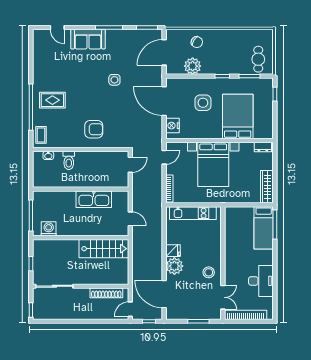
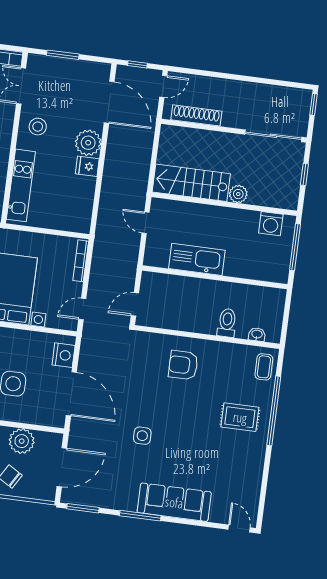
door: (57, 28) -> (239, 528), moved
sofa: (88, 39) -> (174, 502), width x1.36
kitchen unit: (193, 213) -> (21, 185), moved, turned 90
plant: (72, 245) -> (238, 194), added

